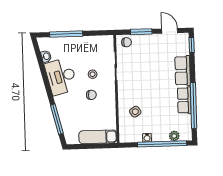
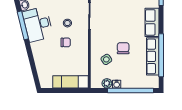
chair: (153, 99) -> (123, 48), added
row of seats: (184, 100) -> (153, 56), width x1.48
window: (57, 119) -> (23, 25), moved
plant: (174, 136) -> (107, 83), moved

